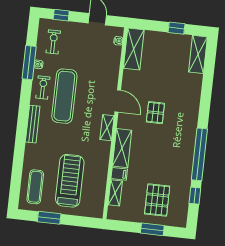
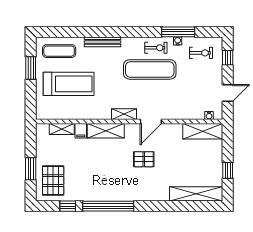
shelving: (198, 54) -> (196, 194), width x1.47
bench: (33, 124) -> (103, 42), moved
pallet: (157, 200) -> (53, 181), moved, turned 90

